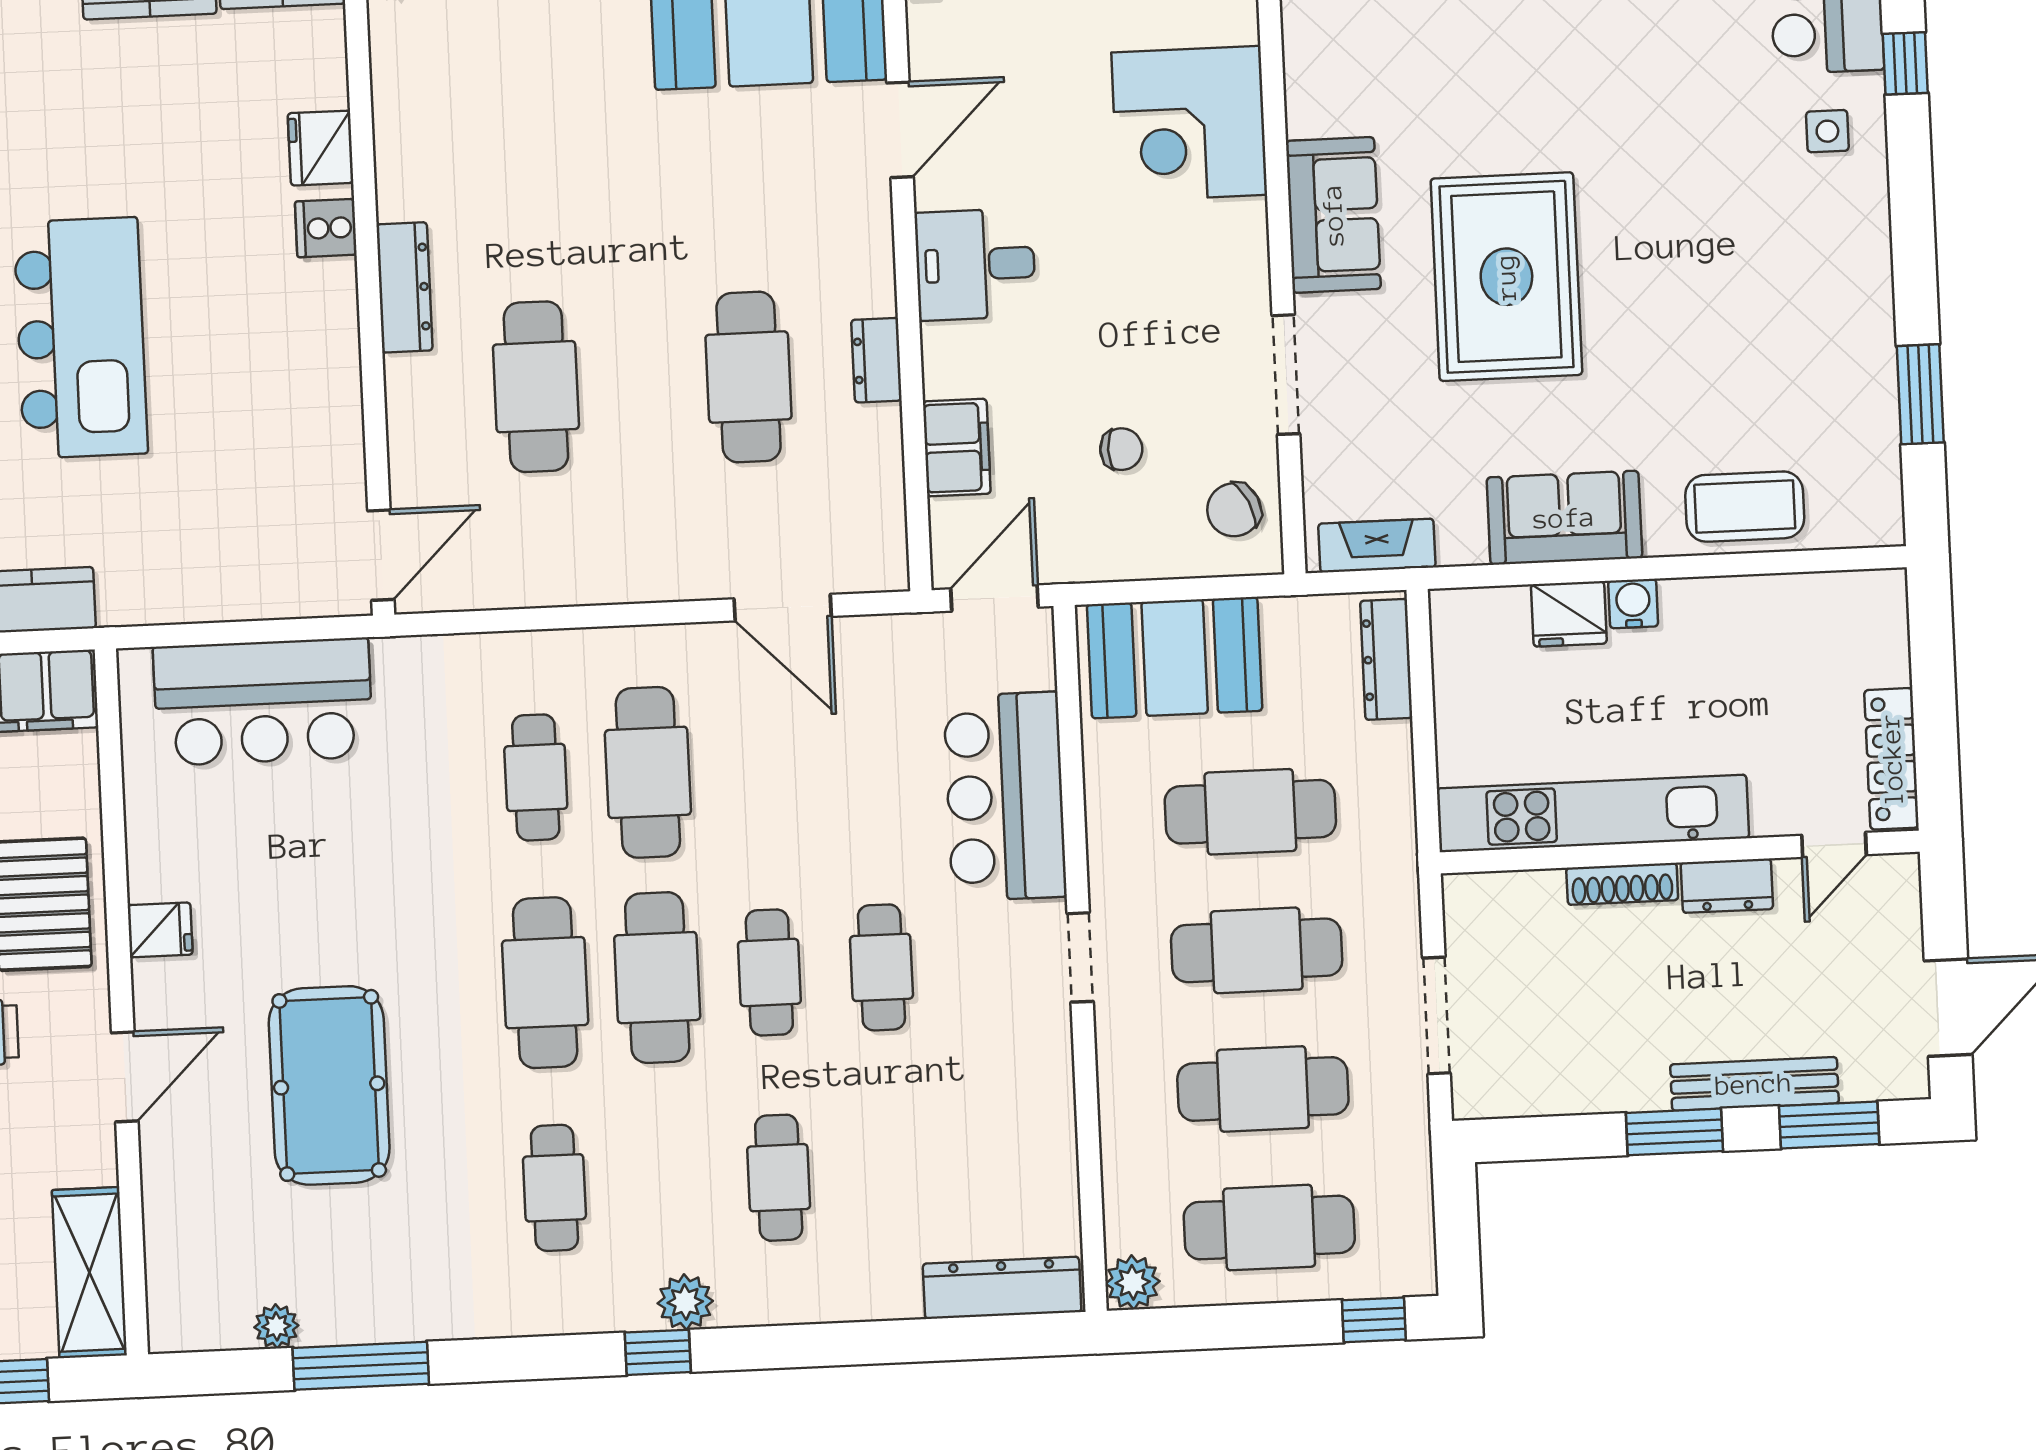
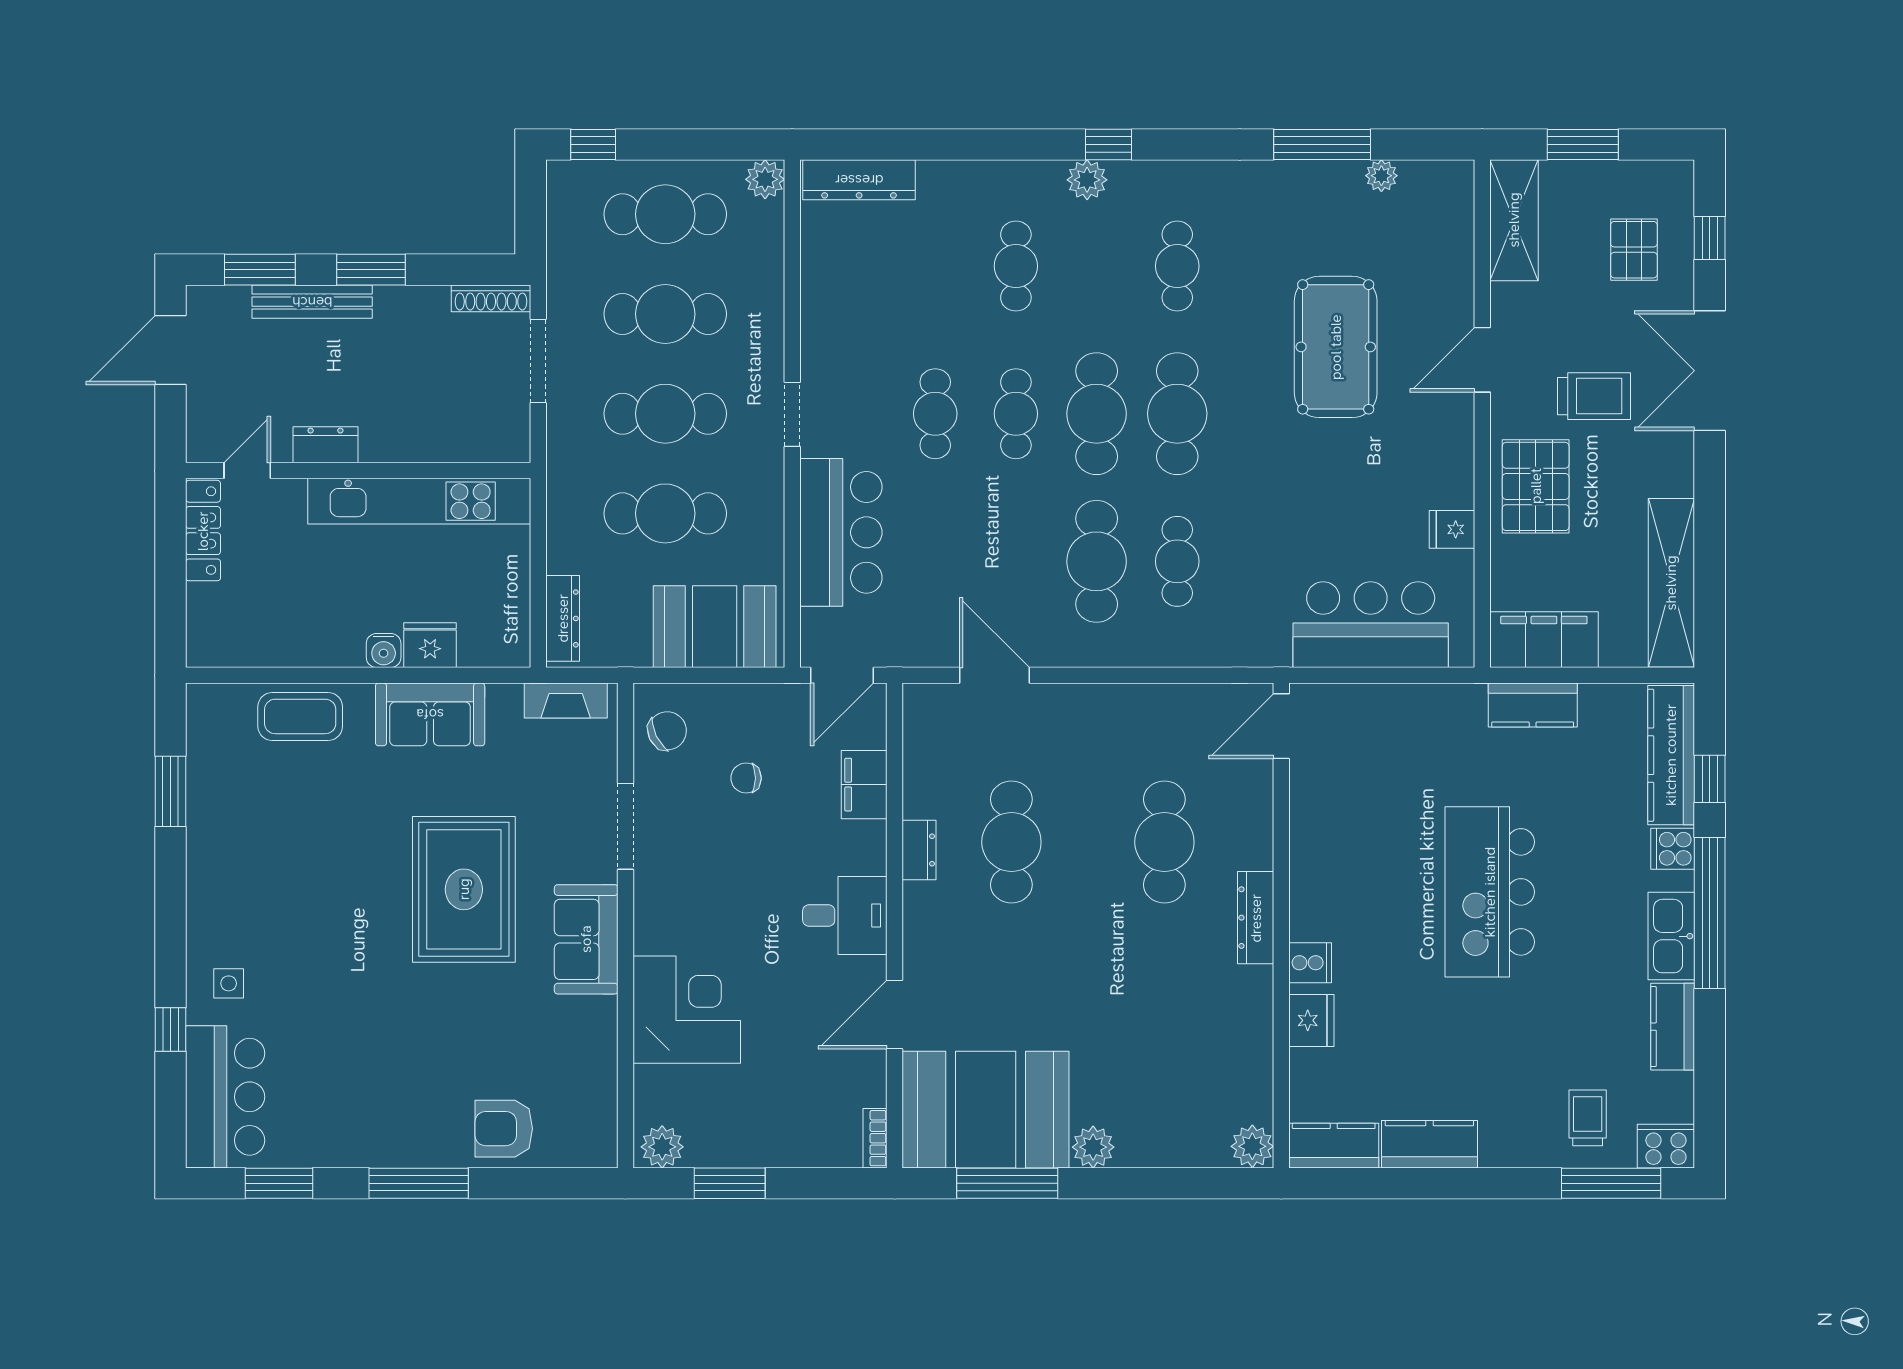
shoe rack: (1622, 884) -> (491, 298), moved, turned 180
fridge: (160, 930) -> (1452, 529), moved

